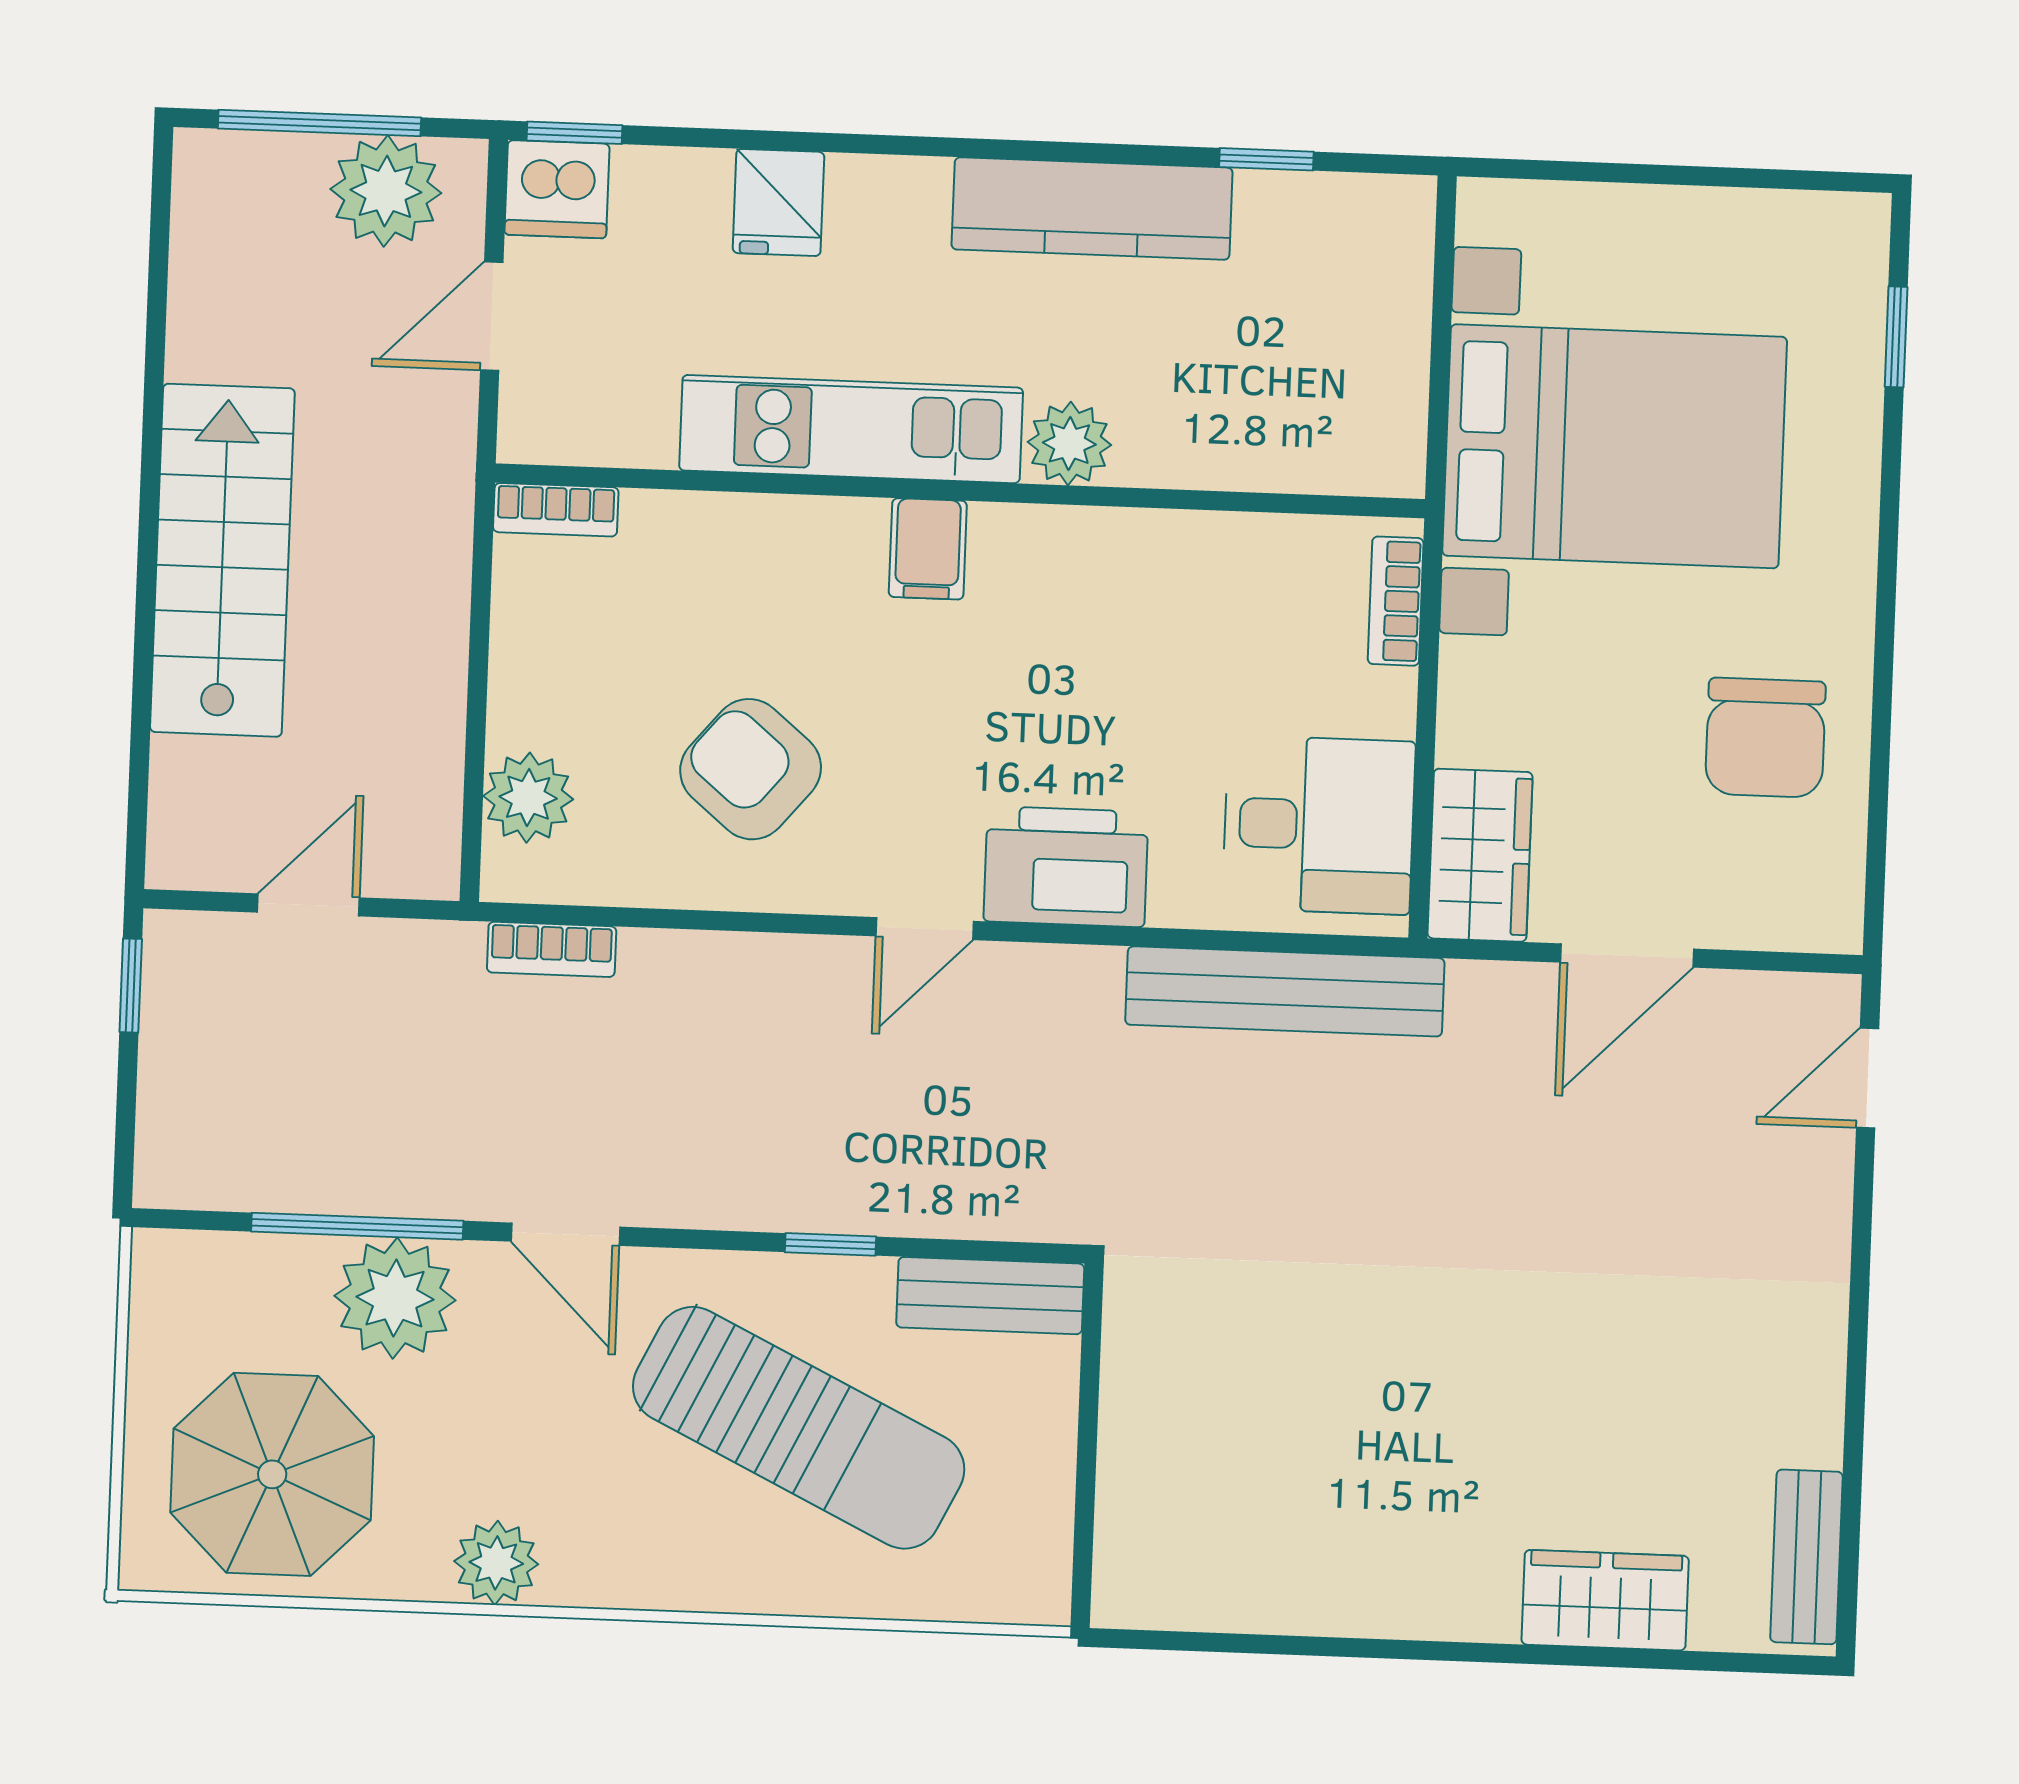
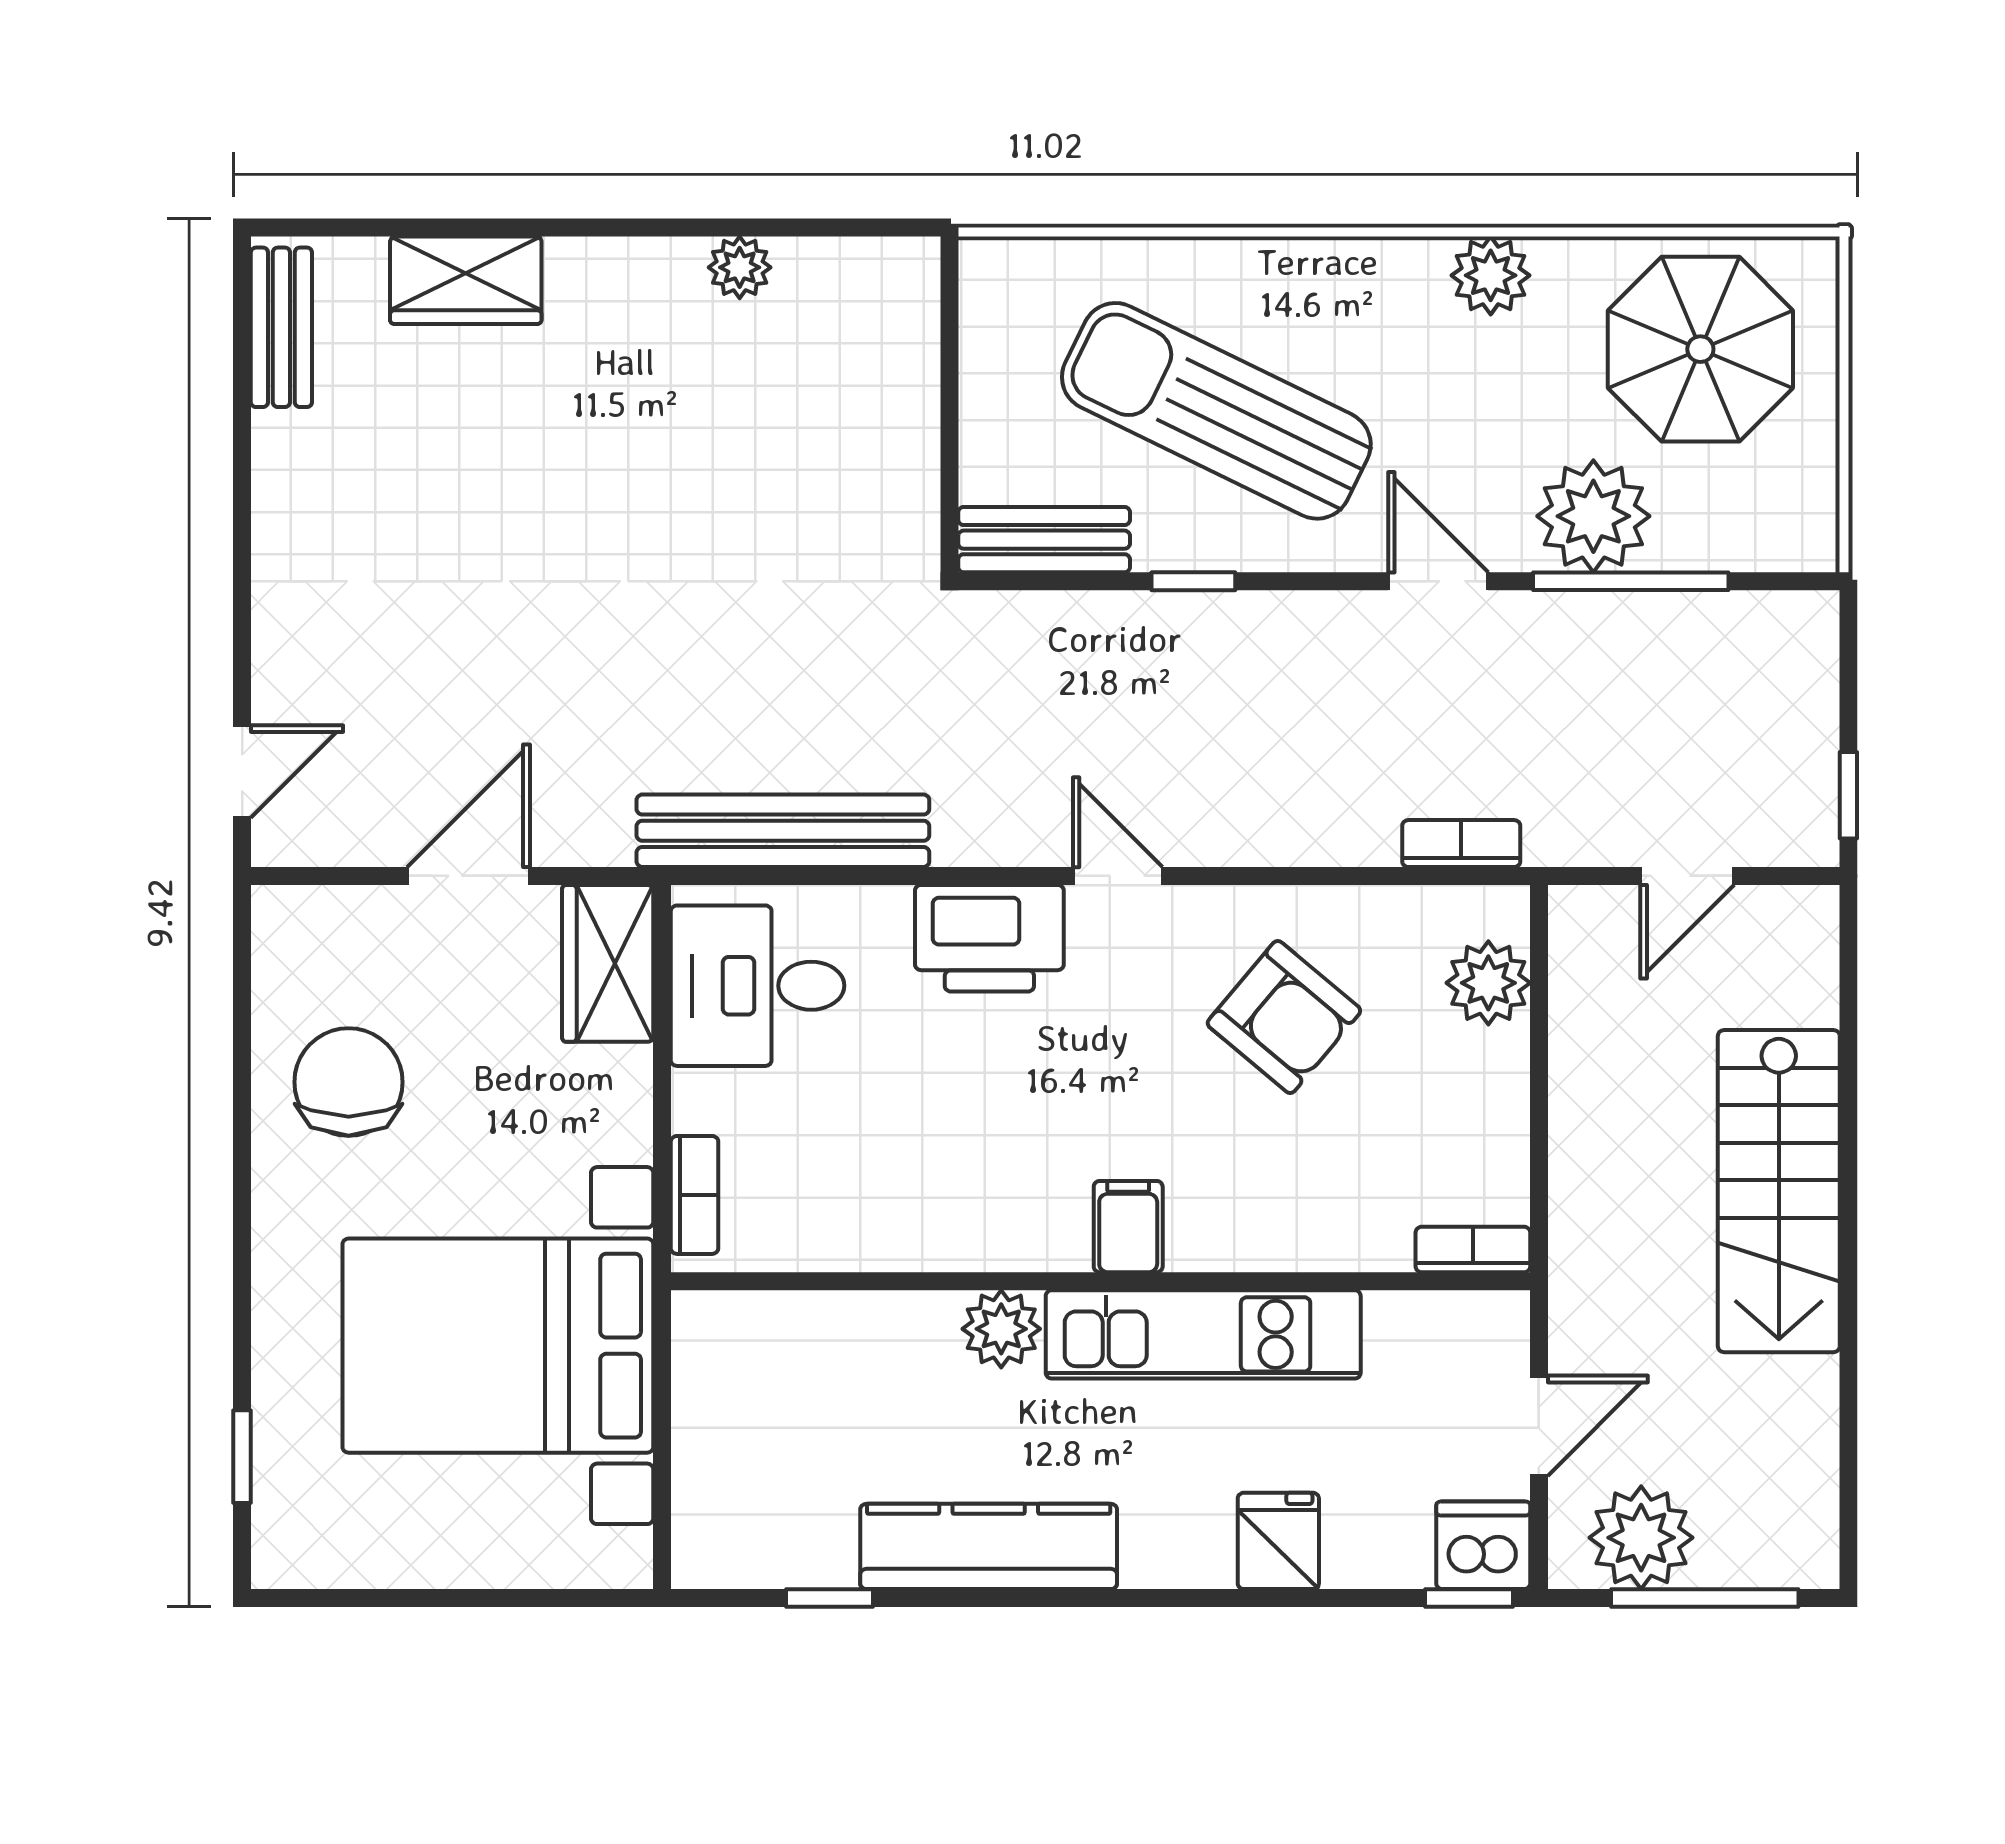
door: (925, 929) -> (1118, 876), hinge flipped
plant: (1308, 1603) -> (740, 267), added

